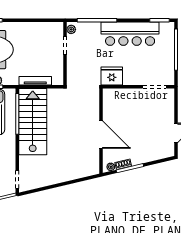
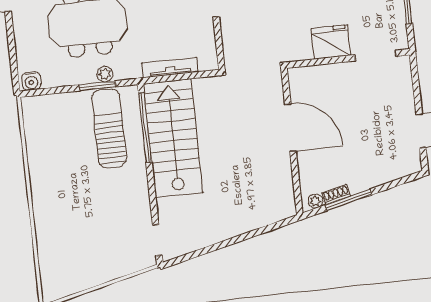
fridge: (112, 76) -> (331, 42), moved
door: (101, 135) -> (290, 128), moved

